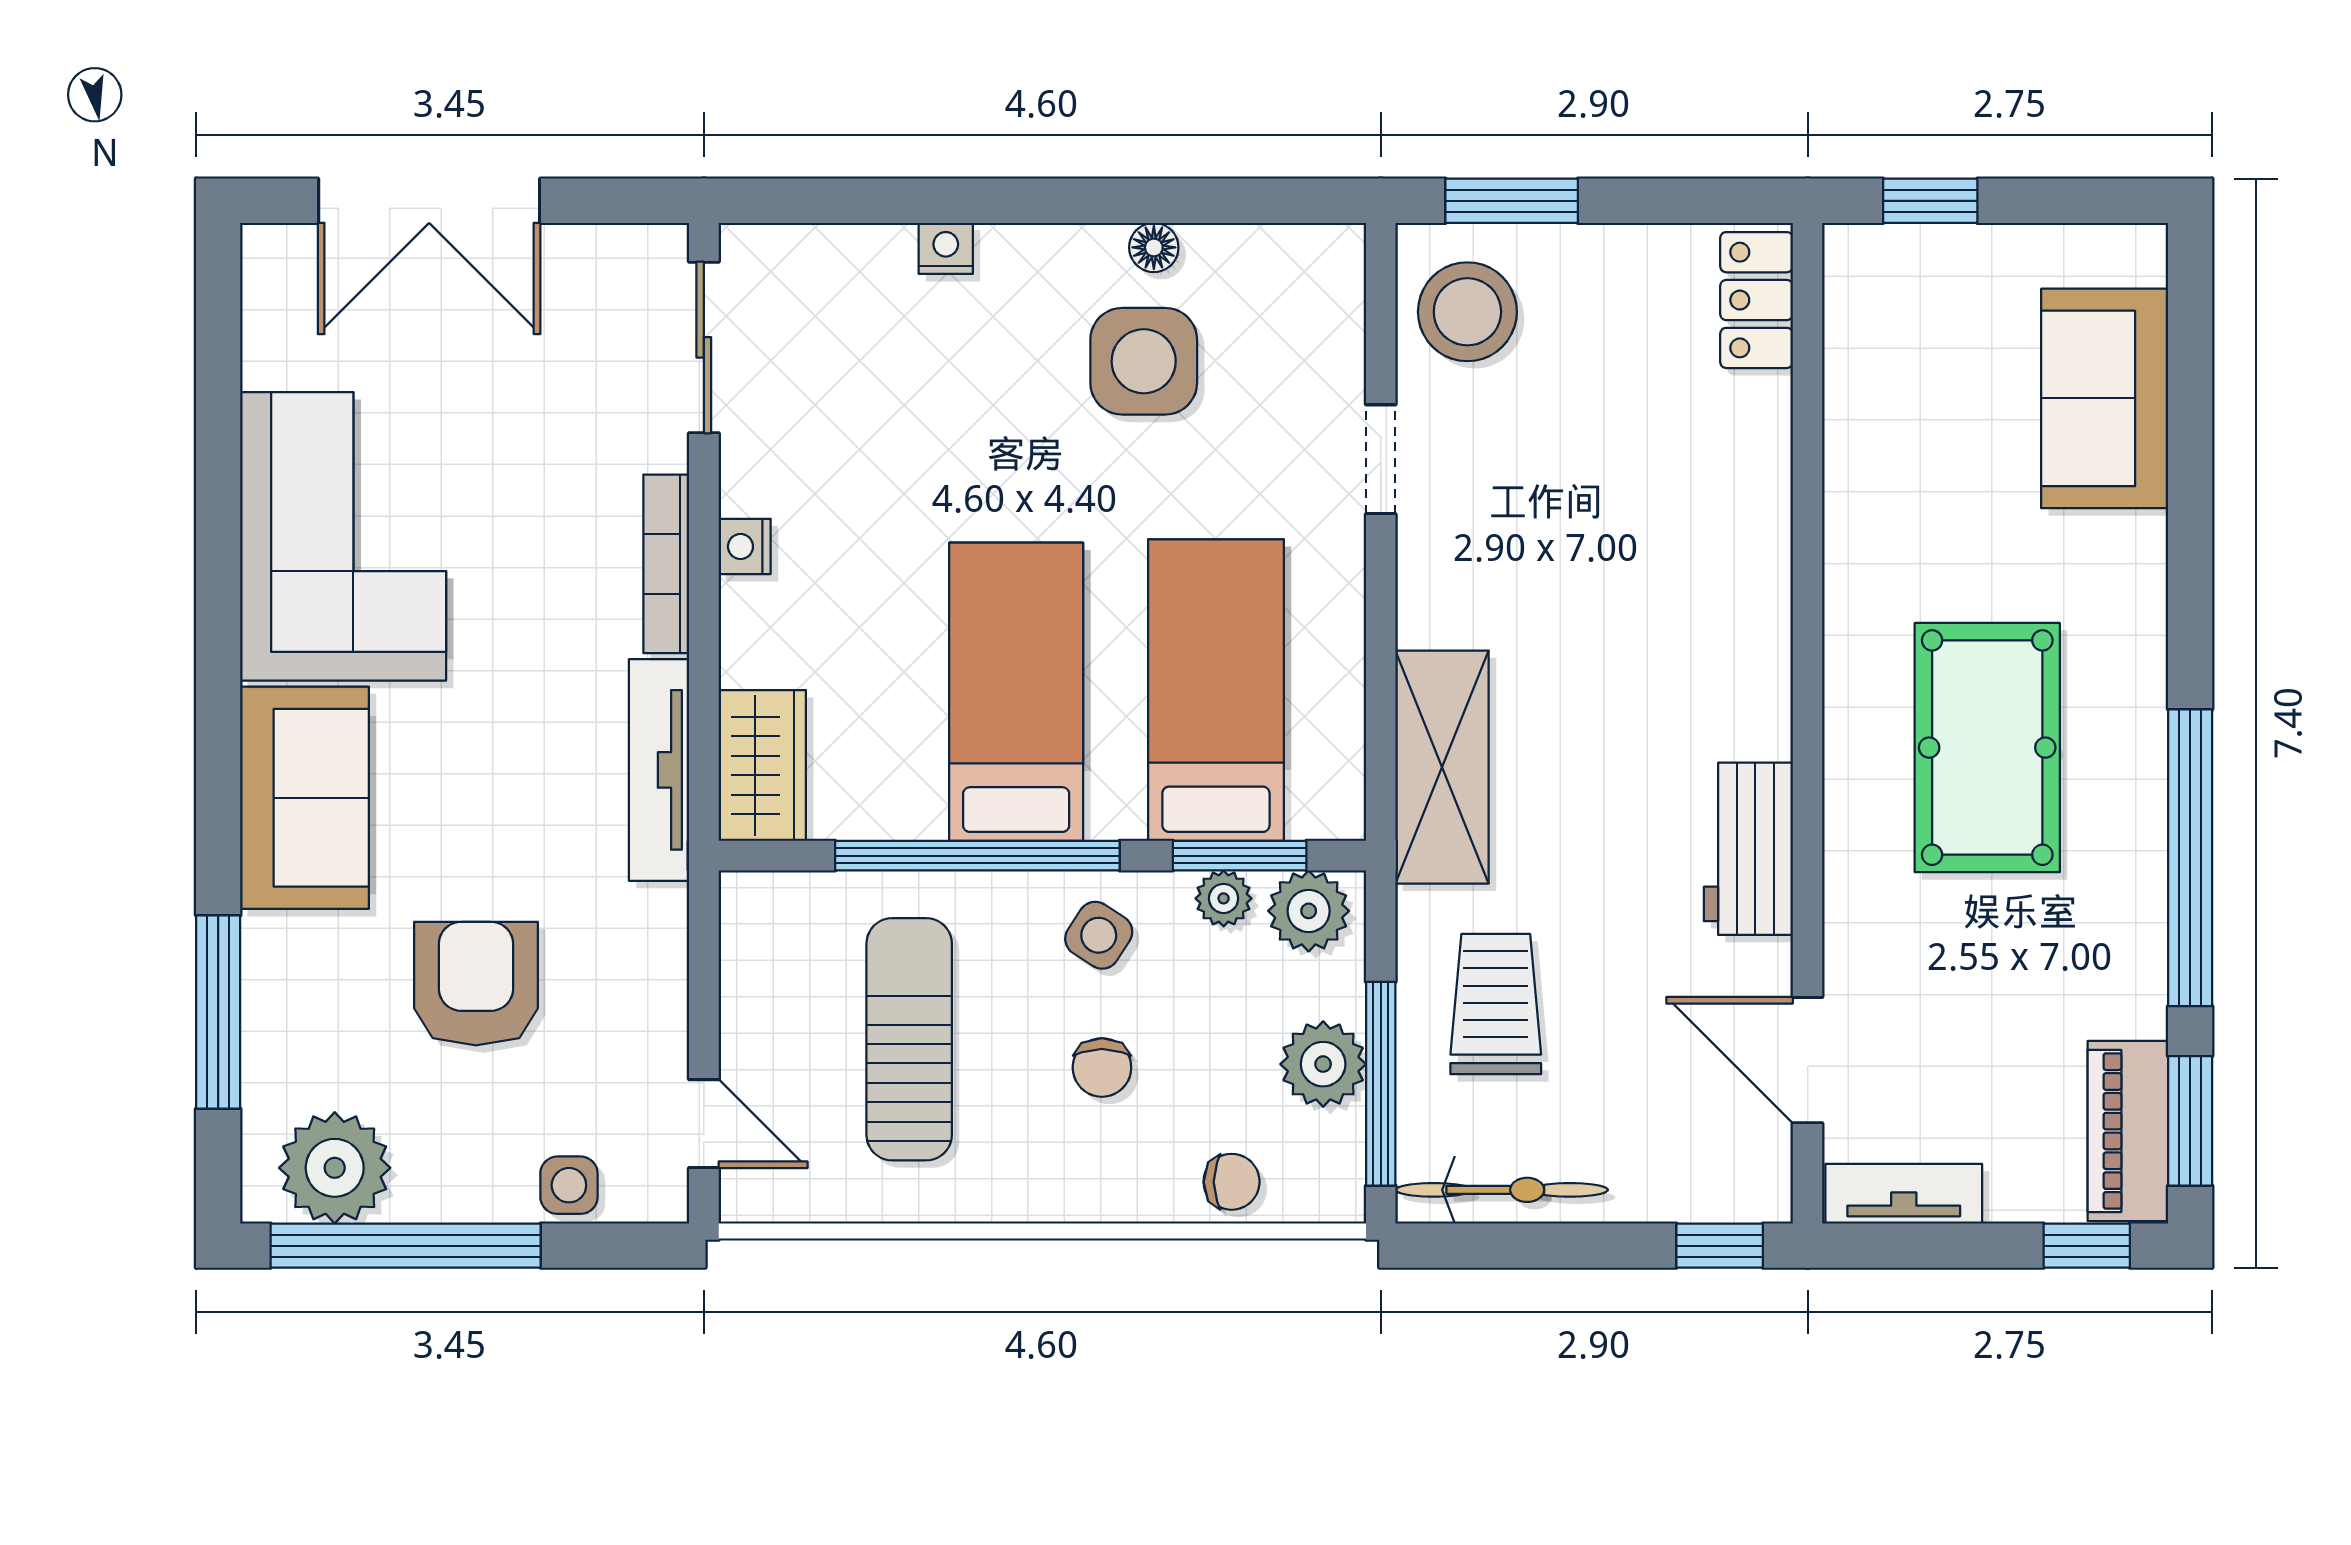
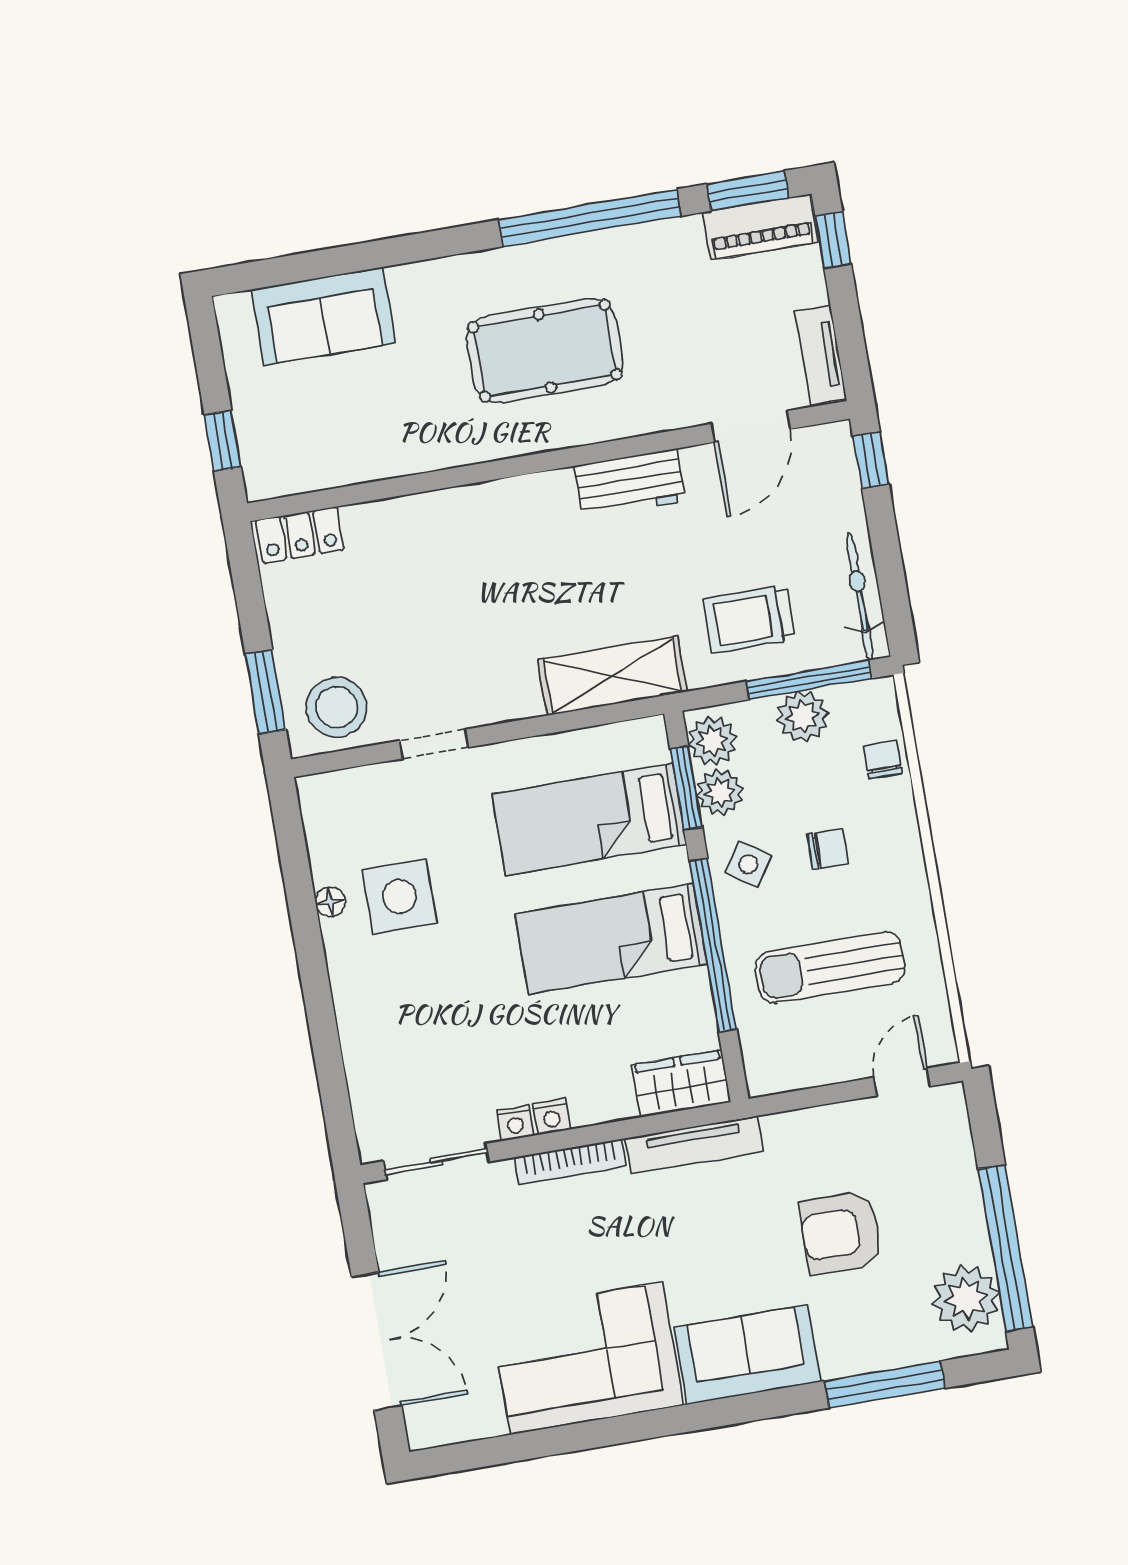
nightstand: (946, 248) -> (515, 1123), moved, turned -90
plant: (1224, 898) -> (720, 792), width x1.38, depth x1.38
side table: (569, 1185) -> (953, 1156), removed

